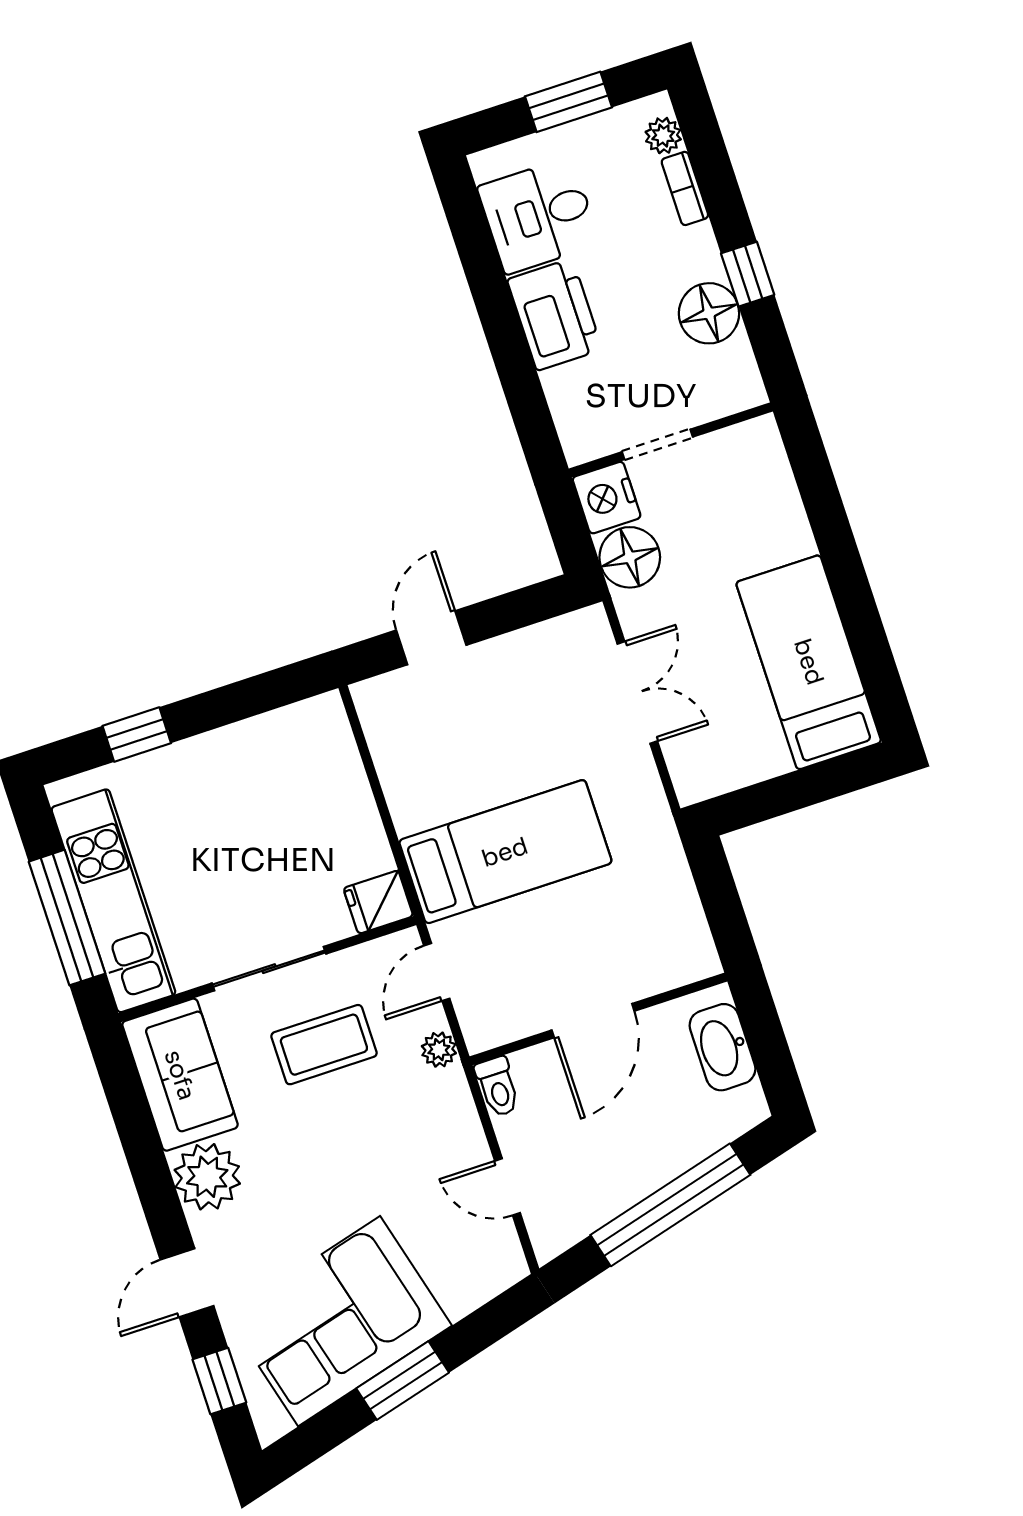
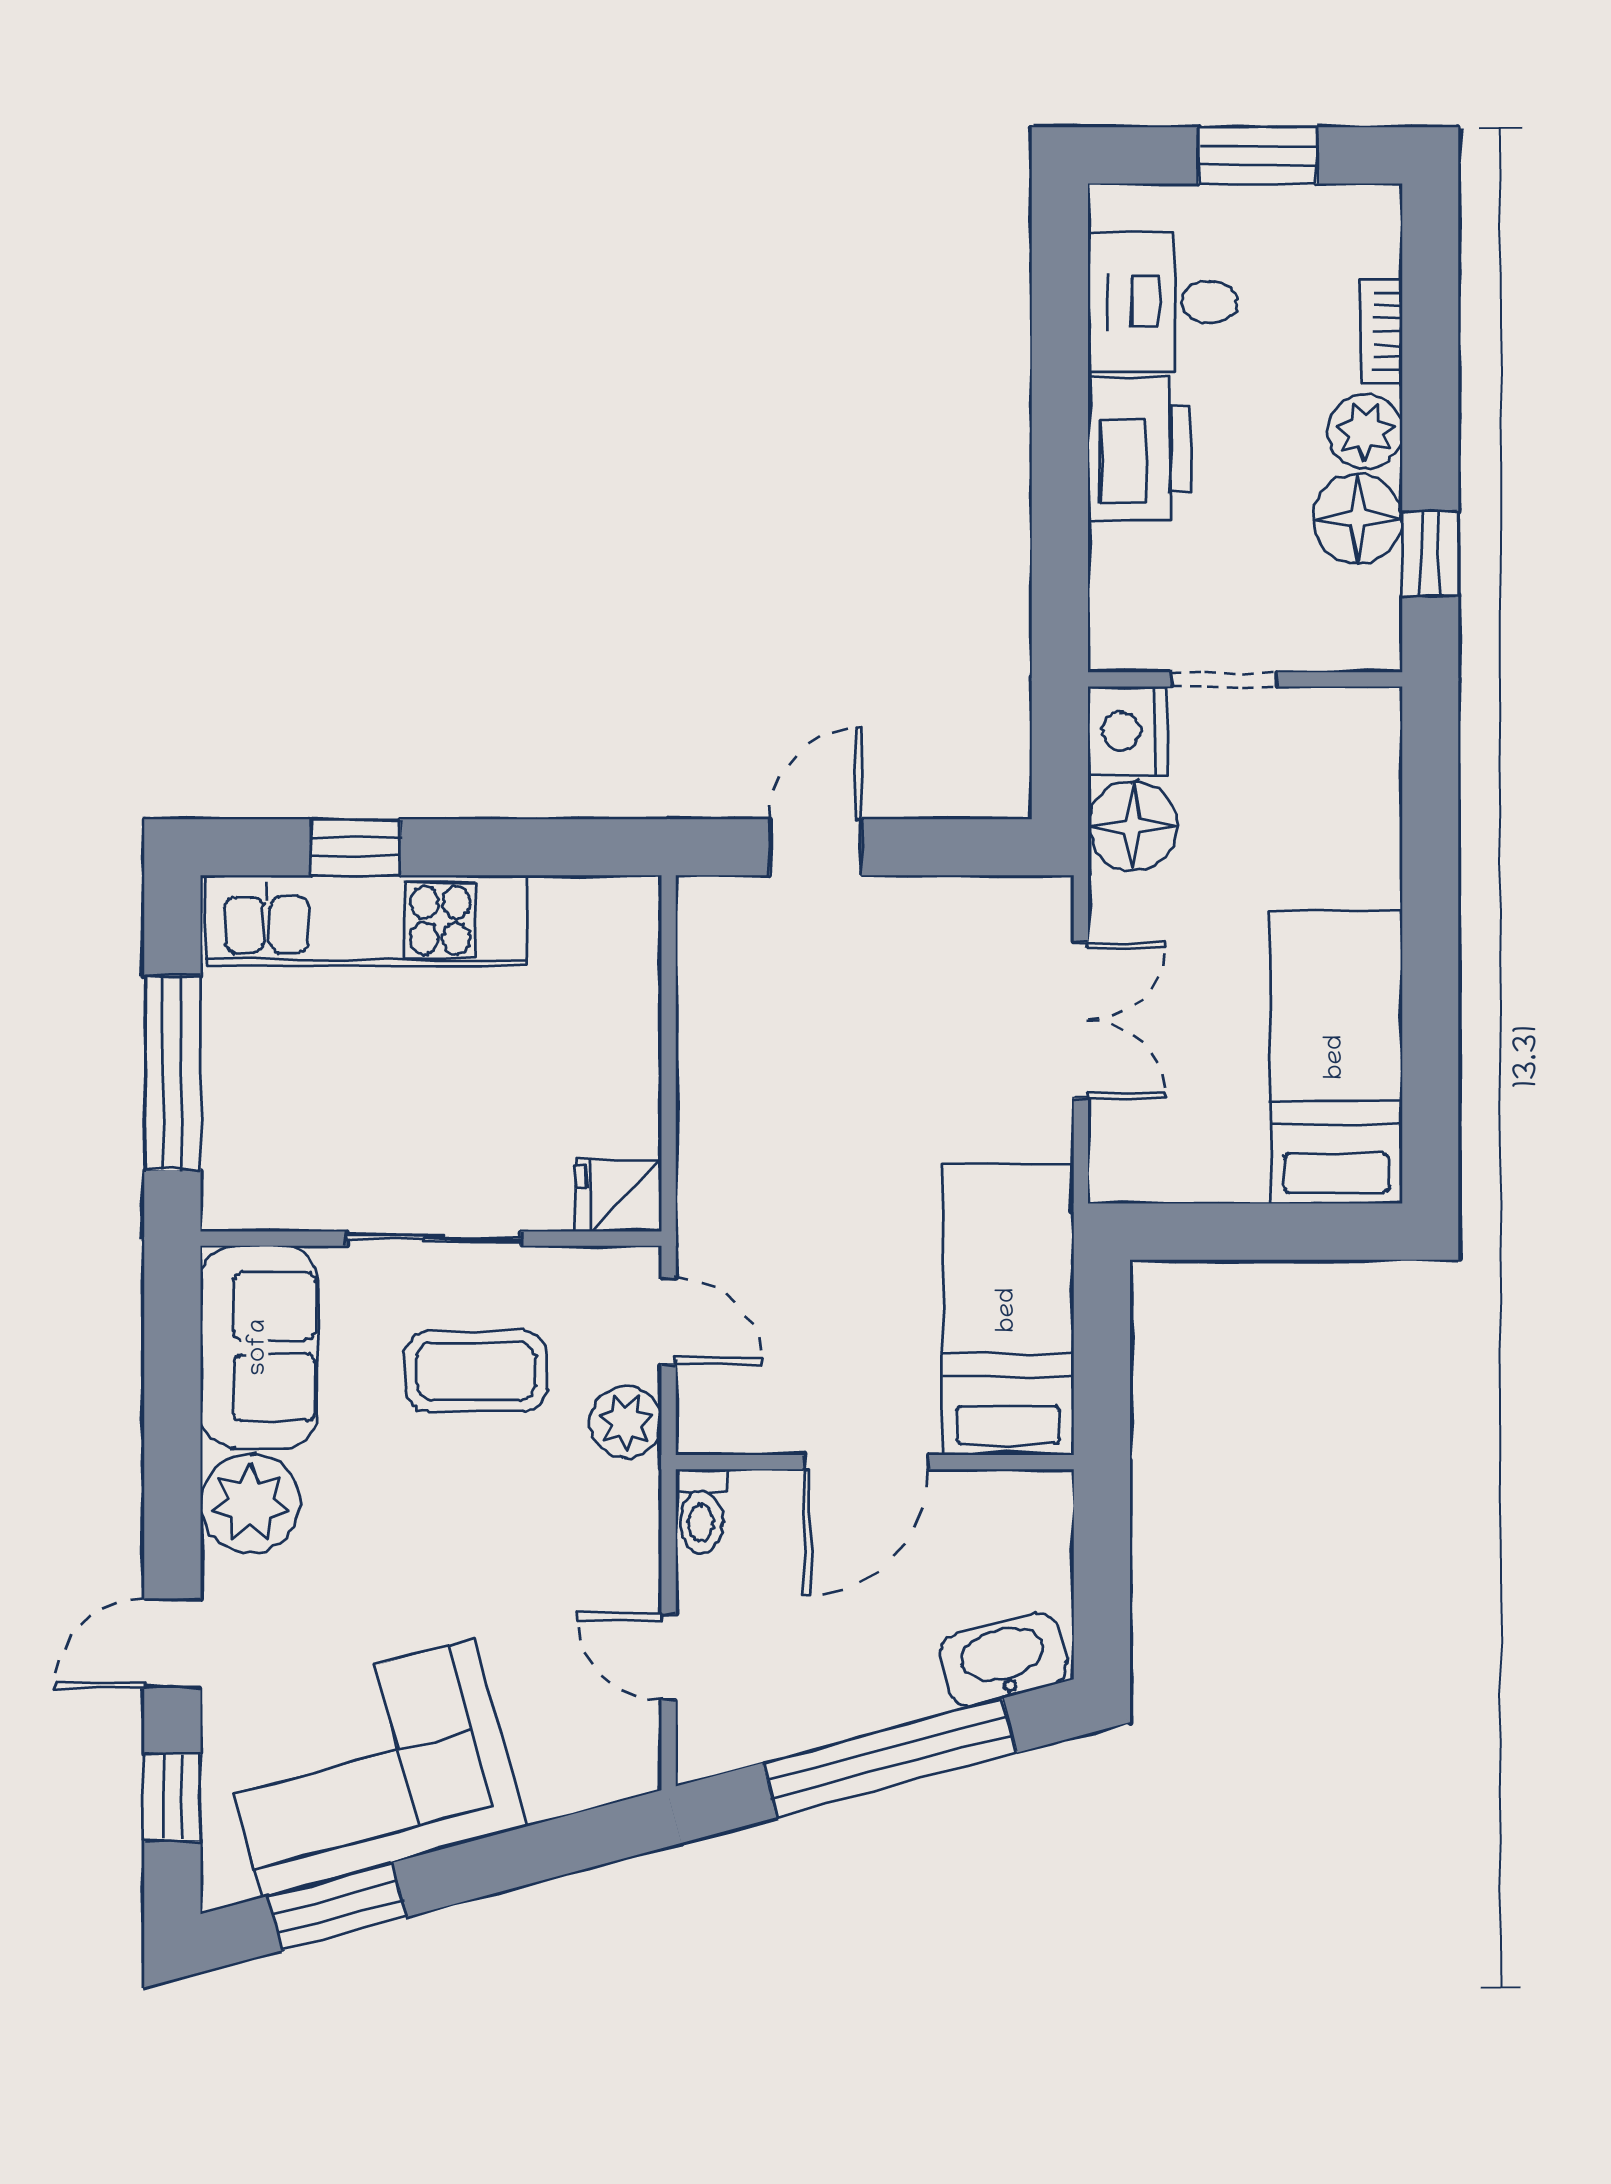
plant: (663, 136) -> (1365, 431), moved, width x1.38, depth x1.38
window: (748, 274) -> (1430, 554), moved
bed: (505, 852) -> (1008, 1310), moved, turned -90
kitchen unit: (113, 901) -> (366, 920), moved, turned 90
door: (437, 972) -> (669, 1321), swing flipped
washbasin: (722, 1047) -> (1003, 1659), moved, turned 75
plant: (439, 1050) -> (626, 1422), width x1.38, depth x1.38
window: (403, 1380) -> (337, 1906), moved

